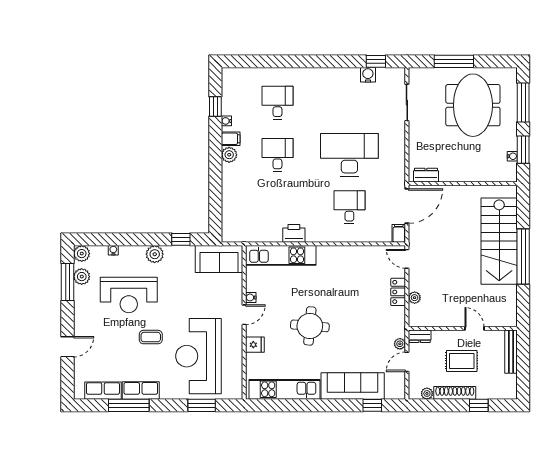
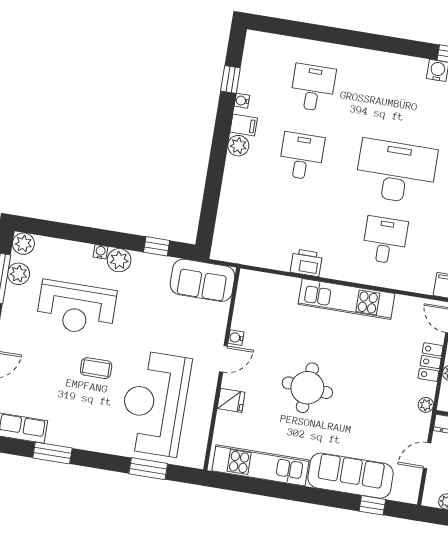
water cooler: (113, 250) -> (100, 252), moved
kitchen unit: (281, 255) -> (347, 299), moved
plant: (400, 344) -> (426, 405), moved
row of seats: (141, 390) -> (71, 436), removed
window: (129, 405) -> (52, 453), width x0.69

